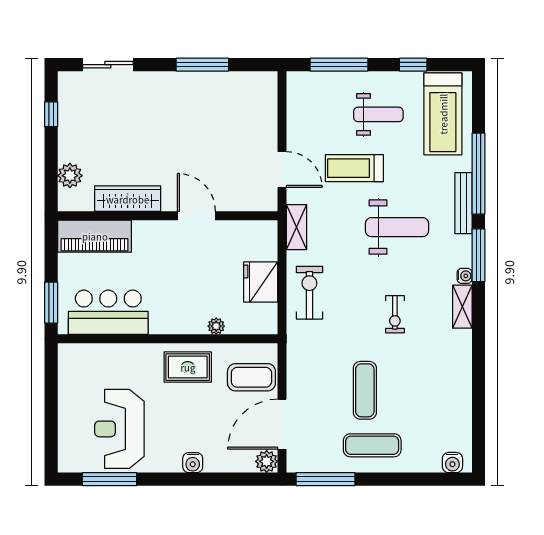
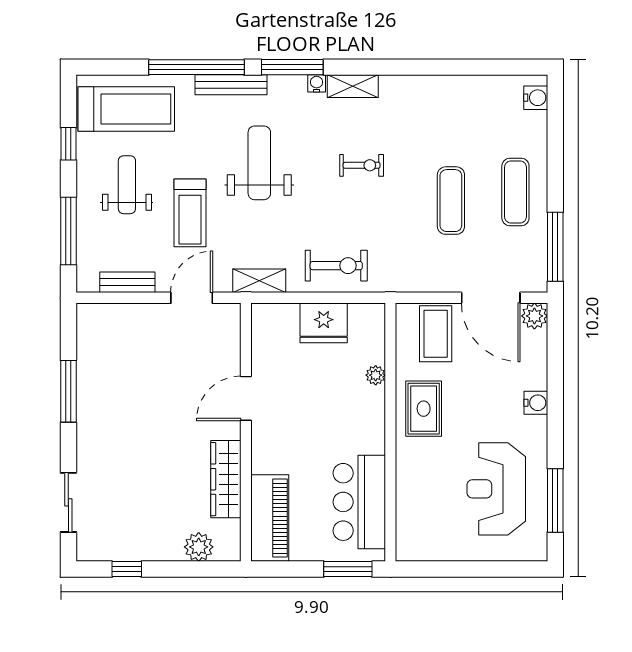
bench: (295, 115) -> (127, 282), added
exercise bike: (309, 293) -> (336, 266), turned 180
exercise mat: (365, 390) -> (451, 201), turned 90
reception desk: (119, 429) -> (496, 489), turned 90

